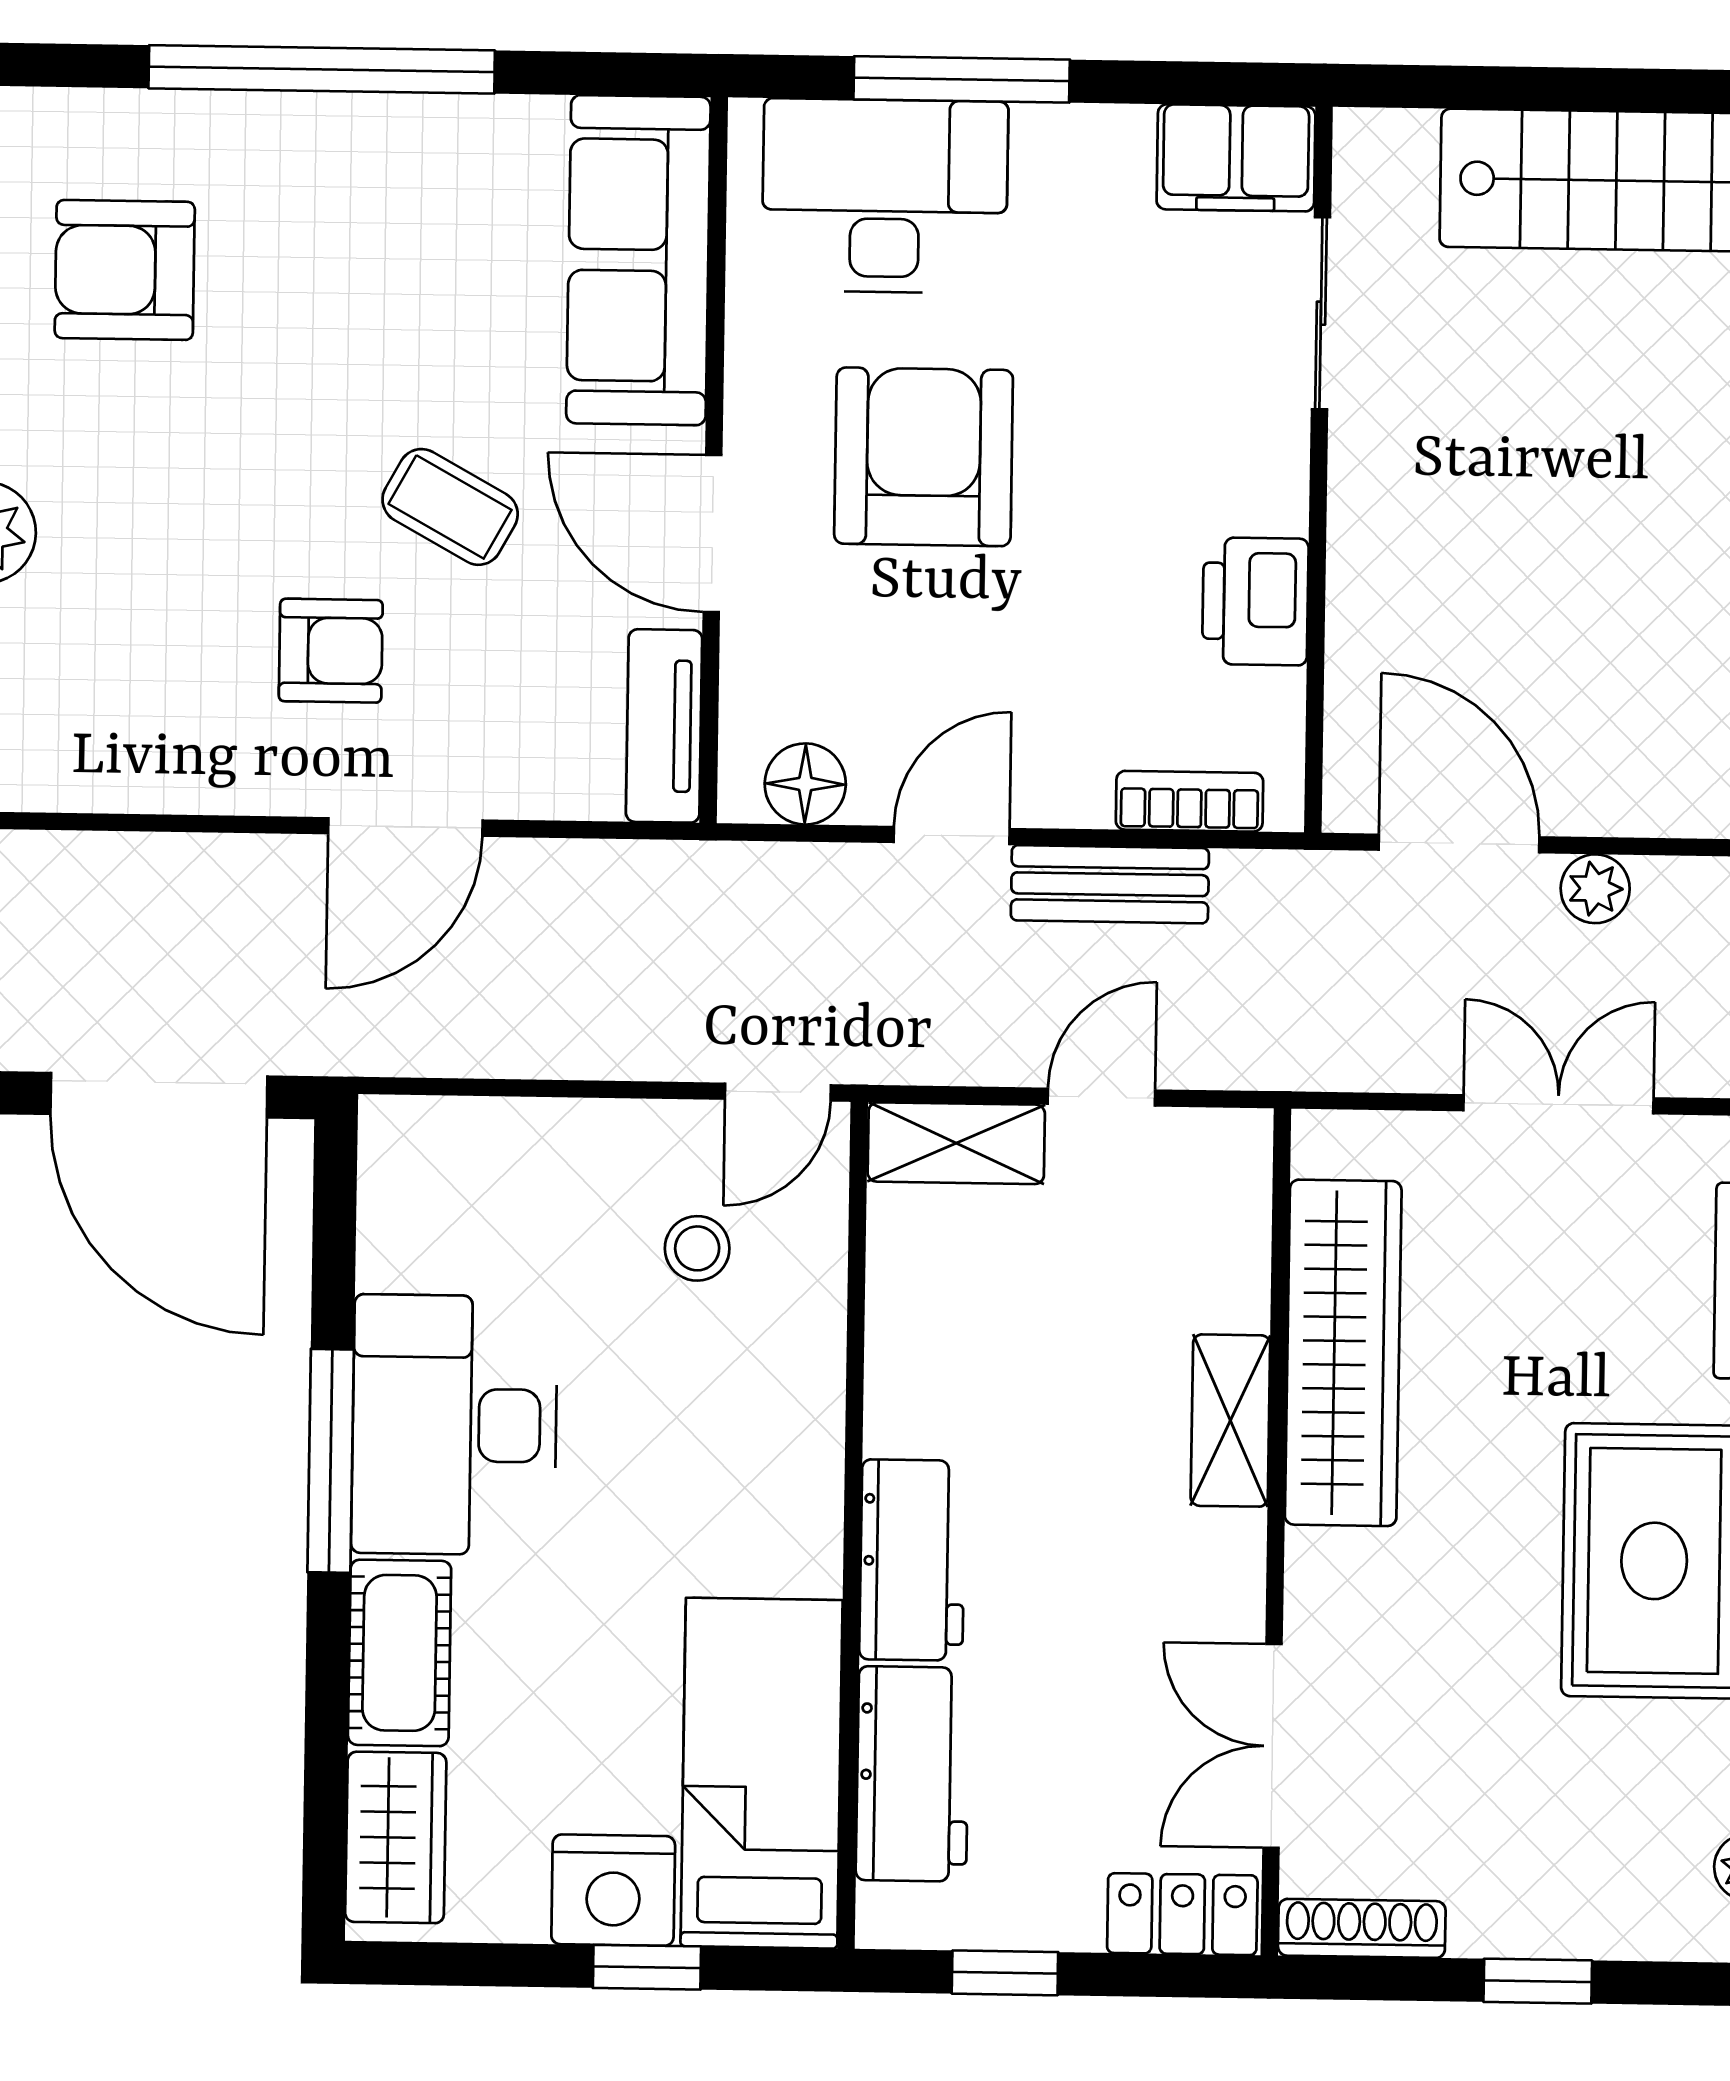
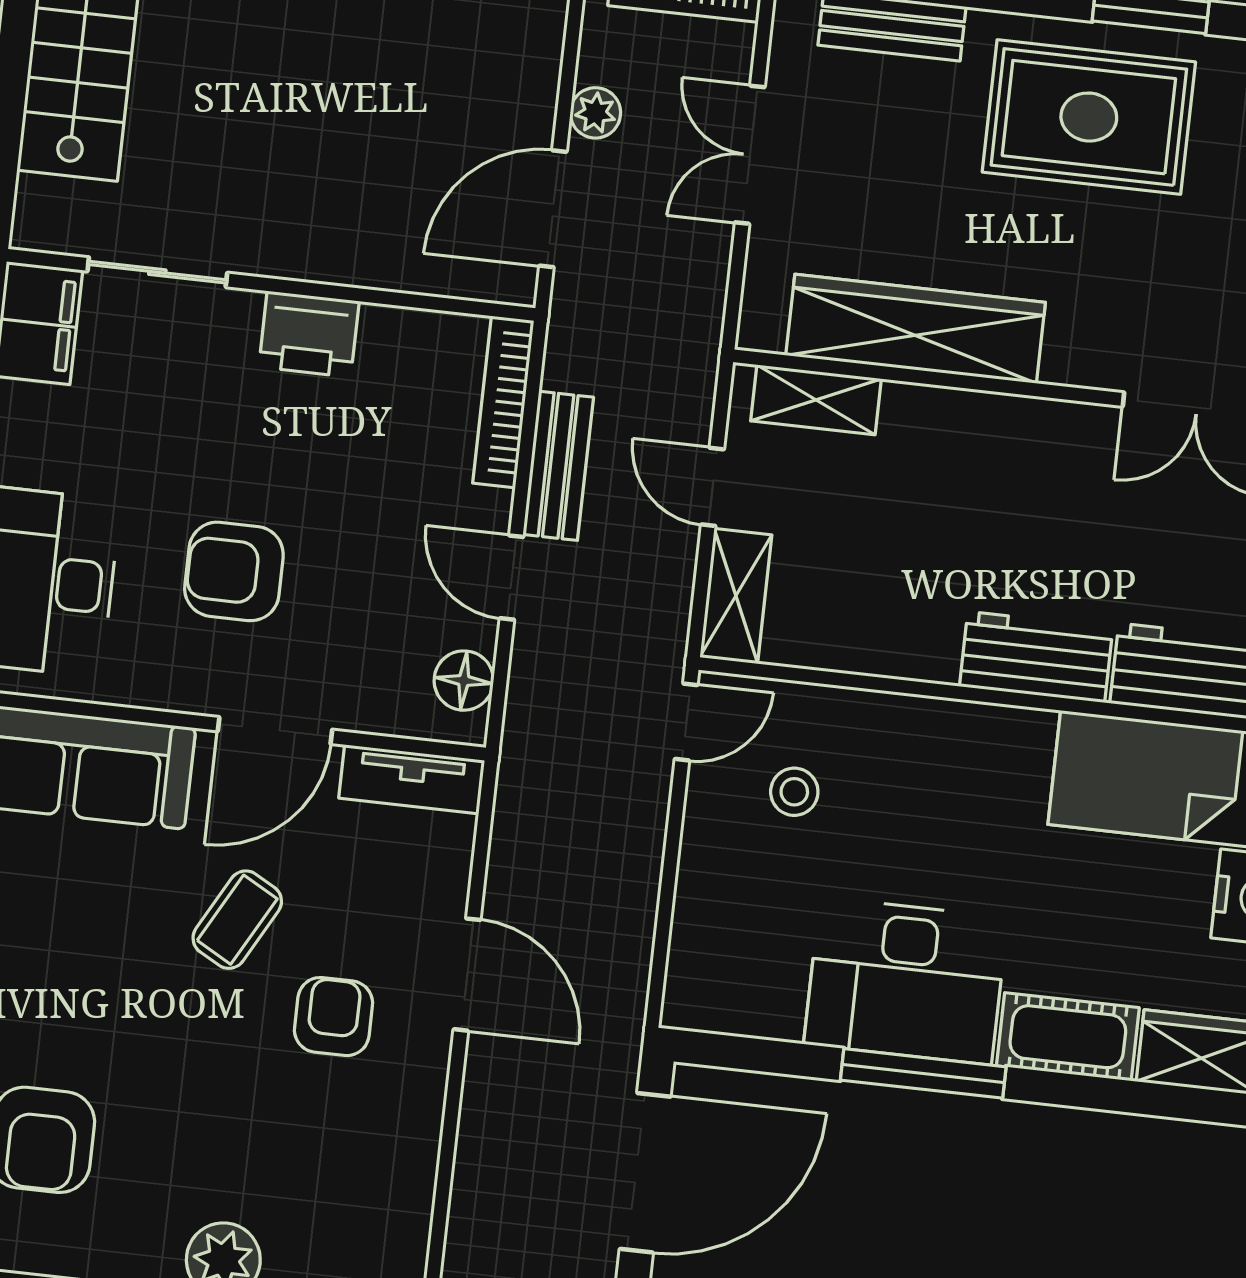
armchair: (924, 457) -> (234, 571), width x0.73, depth x0.73
printer: (1255, 601) -> (309, 334), moved
bookcase: (1190, 801) -> (503, 402), width x1.56
door: (778, 1092) -> (686, 722), hinge flipped
shelving: (1230, 1421) -> (816, 400), moved

